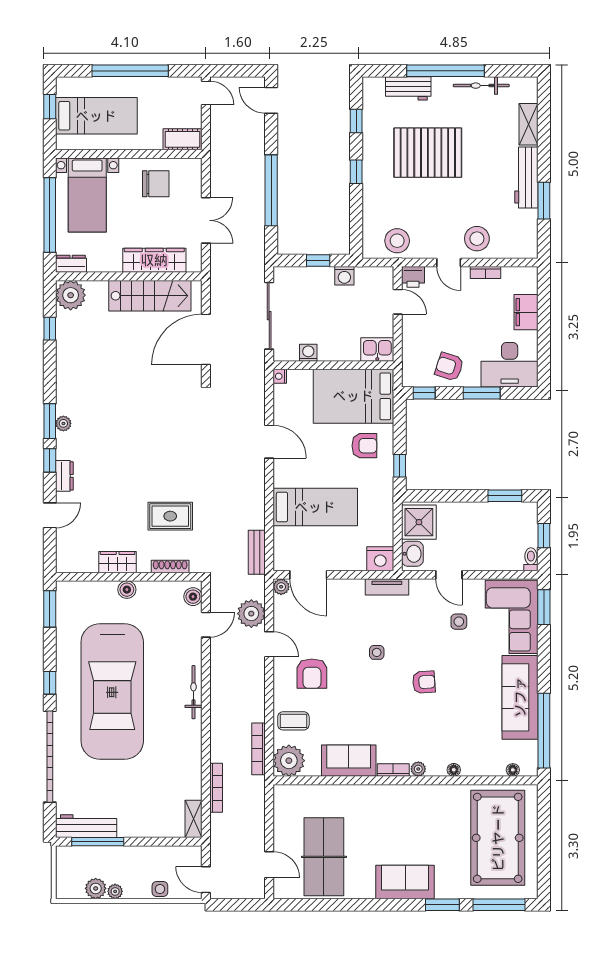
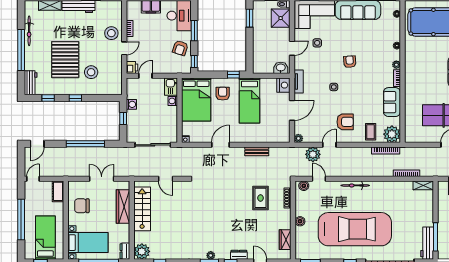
workbench: (408, 88) -> (31, 83), moved
chair: (156, 184) -> (82, 206), turned -90
stool: (397, 241) -> (91, 72), moved
door: (206, 339) -> (166, 179), width x0.53
washing machine: (308, 353) -> (173, 101), moved
bed: (315, 507) -> (250, 100), moved, turned 180
shower: (419, 522) -> (281, 18), moved
bench: (257, 552) -> (257, 151), moved
wardrobe: (118, 562) -> (285, 240), moved
door: (308, 575) -> (292, 110), moved

